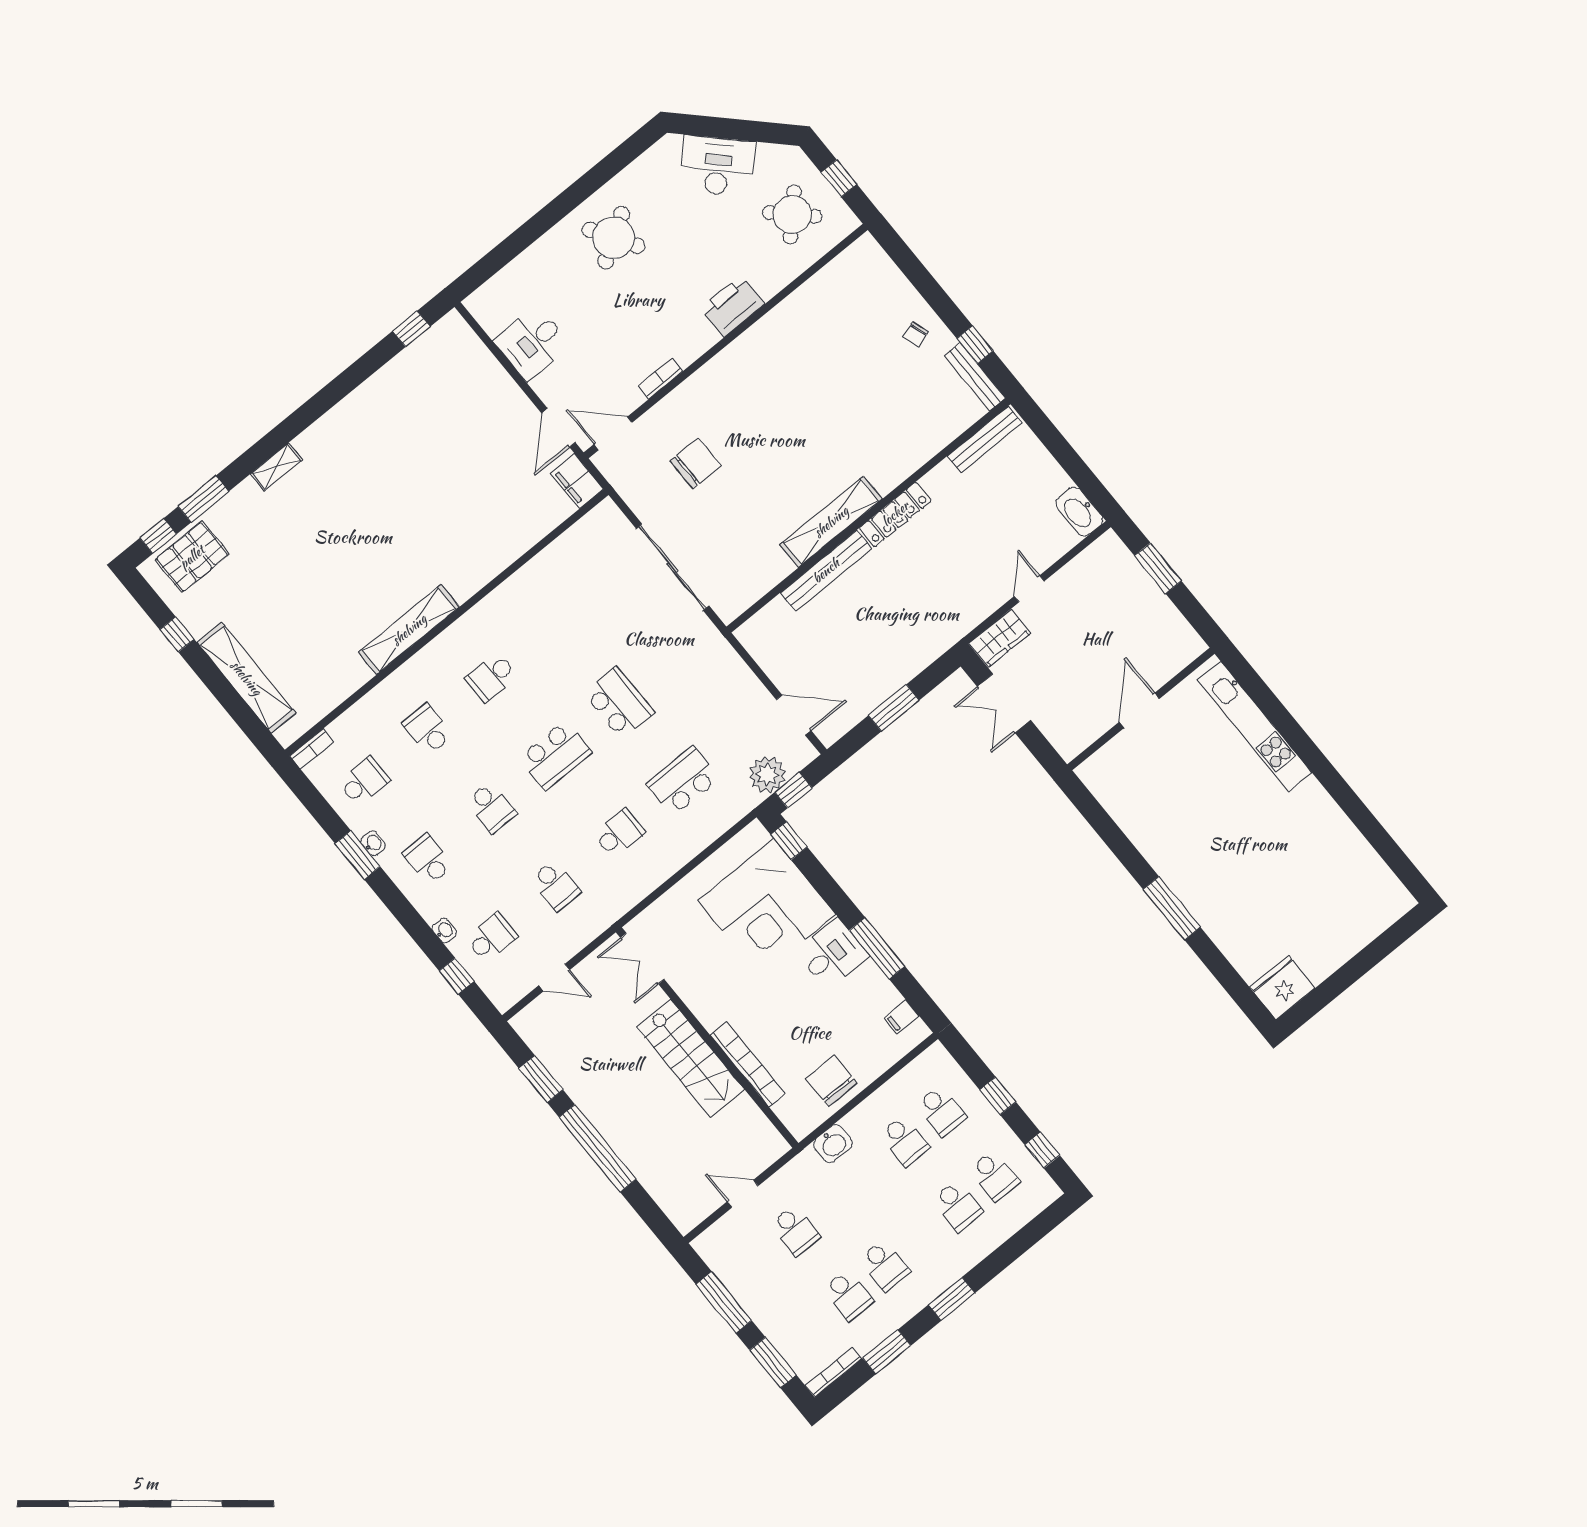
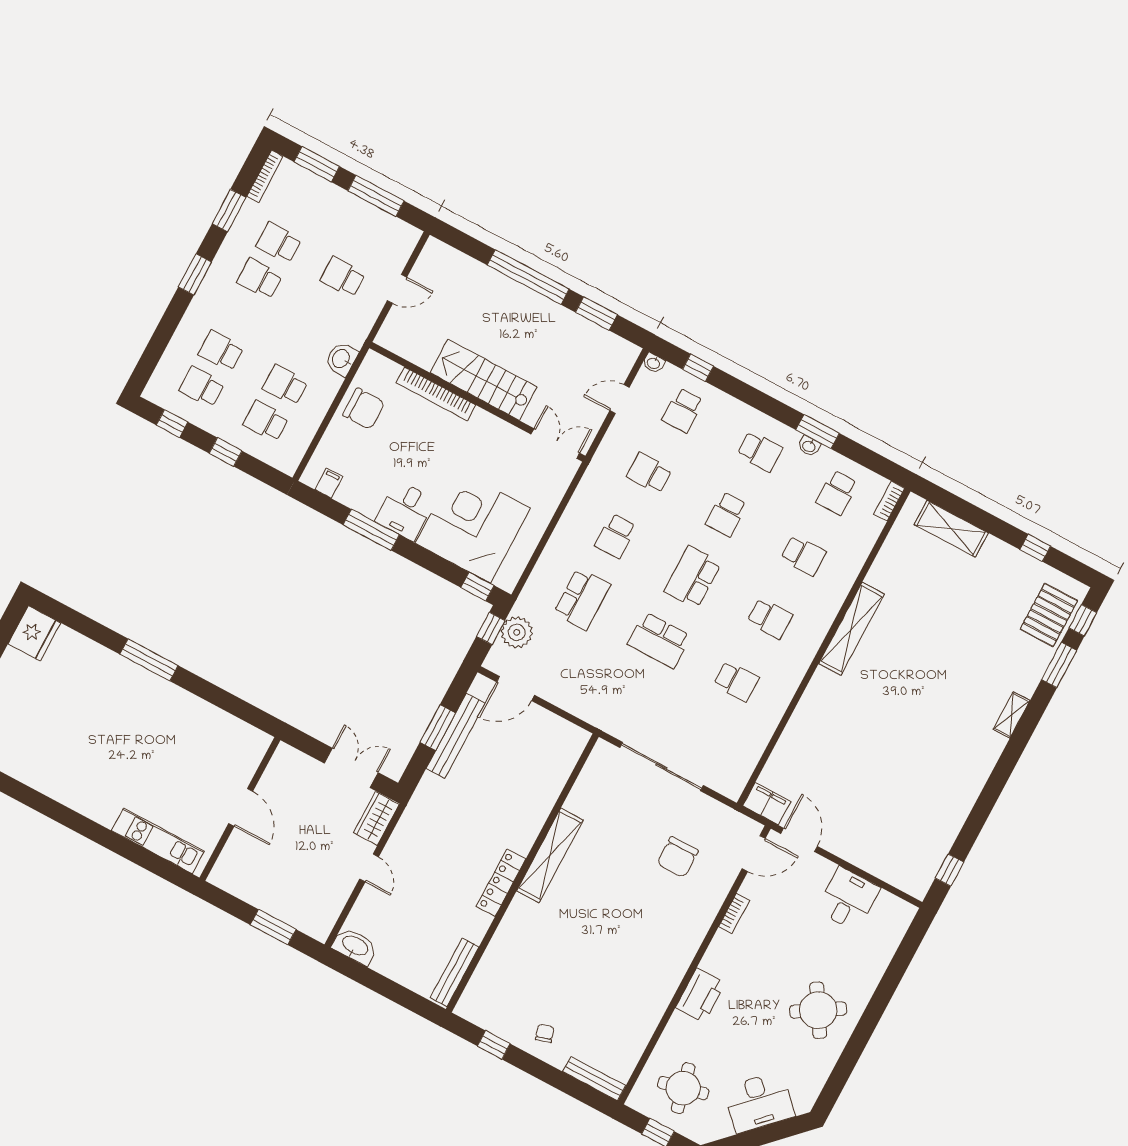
round table: (792, 215) -> (683, 1088), turned 33
bench: (975, 377) -> (594, 1079), moved
bench: (826, 571) -> (455, 736), moved
school desk: (555, 625) -> (736, 681), added
school desk: (491, 677) -> (770, 618), turned 90
shelving: (246, 678) -> (951, 529), width x0.68
kitchen unit: (1255, 726) -> (158, 841), width x0.73
school desk: (492, 807) -> (726, 514), turned -90
washbasin: (444, 930) -> (654, 363), moved

